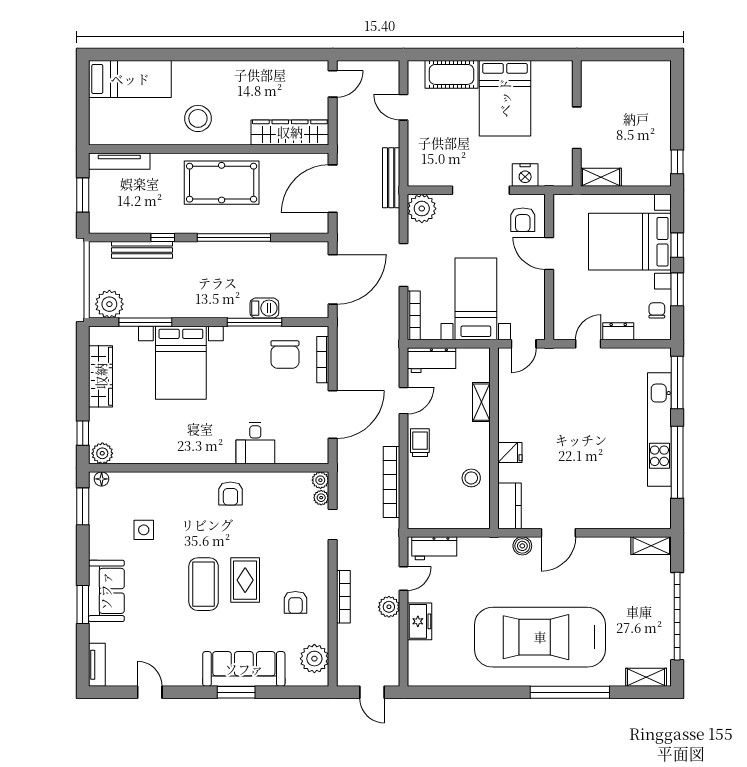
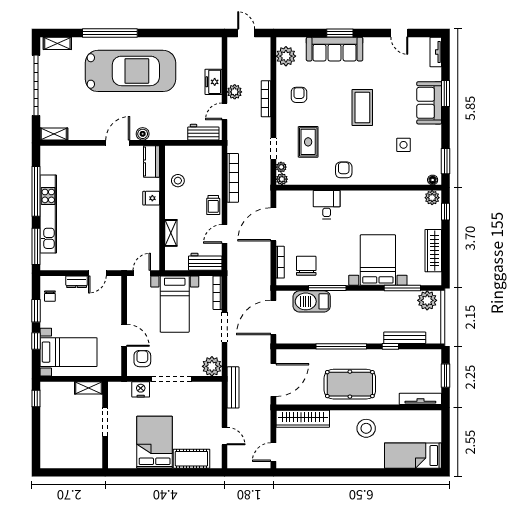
bed with nightstands: (630, 242) -> (69, 352), width x0.73
barbecue: (264, 308) -> (312, 301), width x1.88, depth x1.53
rug: (245, 580) -> (308, 142), moved

